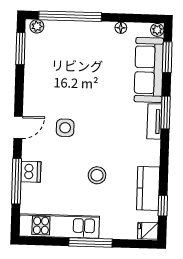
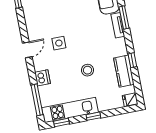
window: (17, 181) -> (37, 100), moved
window: (163, 206) -> (132, 60), moved
window: (43, 241) -> (61, 122), added
window: (90, 242) -> (93, 116), width x0.46

